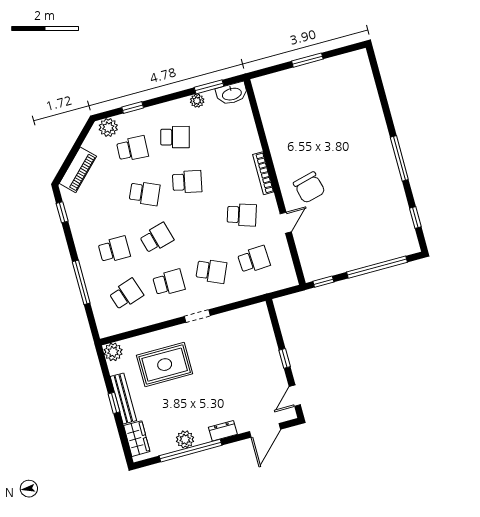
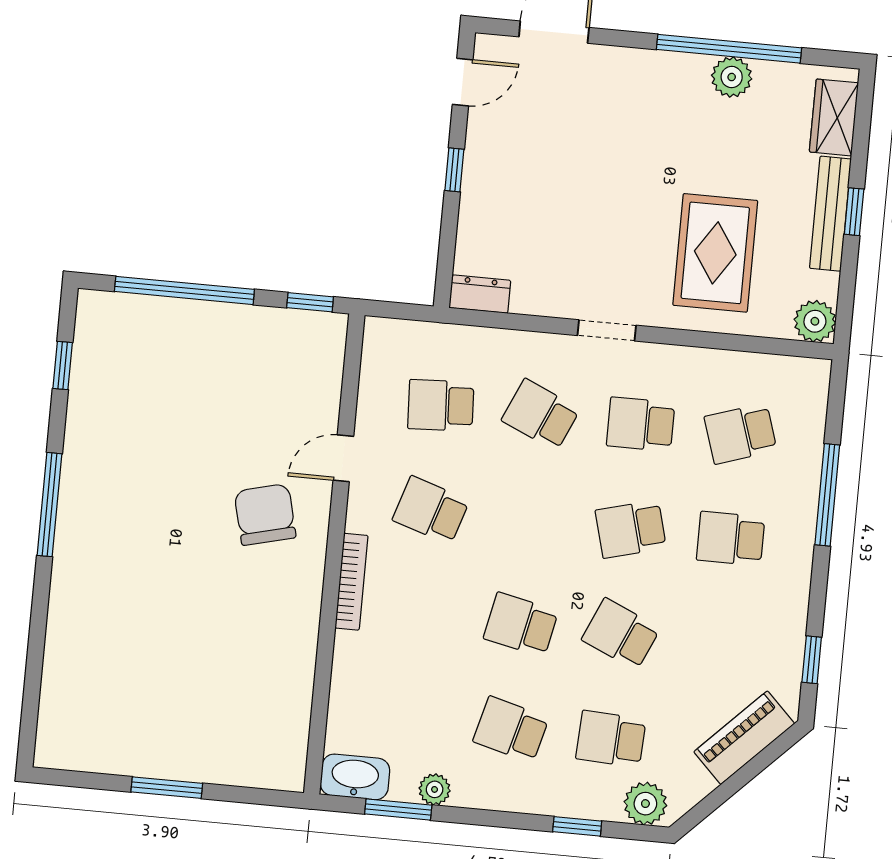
rug: (165, 365) -> (715, 253), turned 90
dresser: (223, 431) -> (480, 294), moved, turned 180

